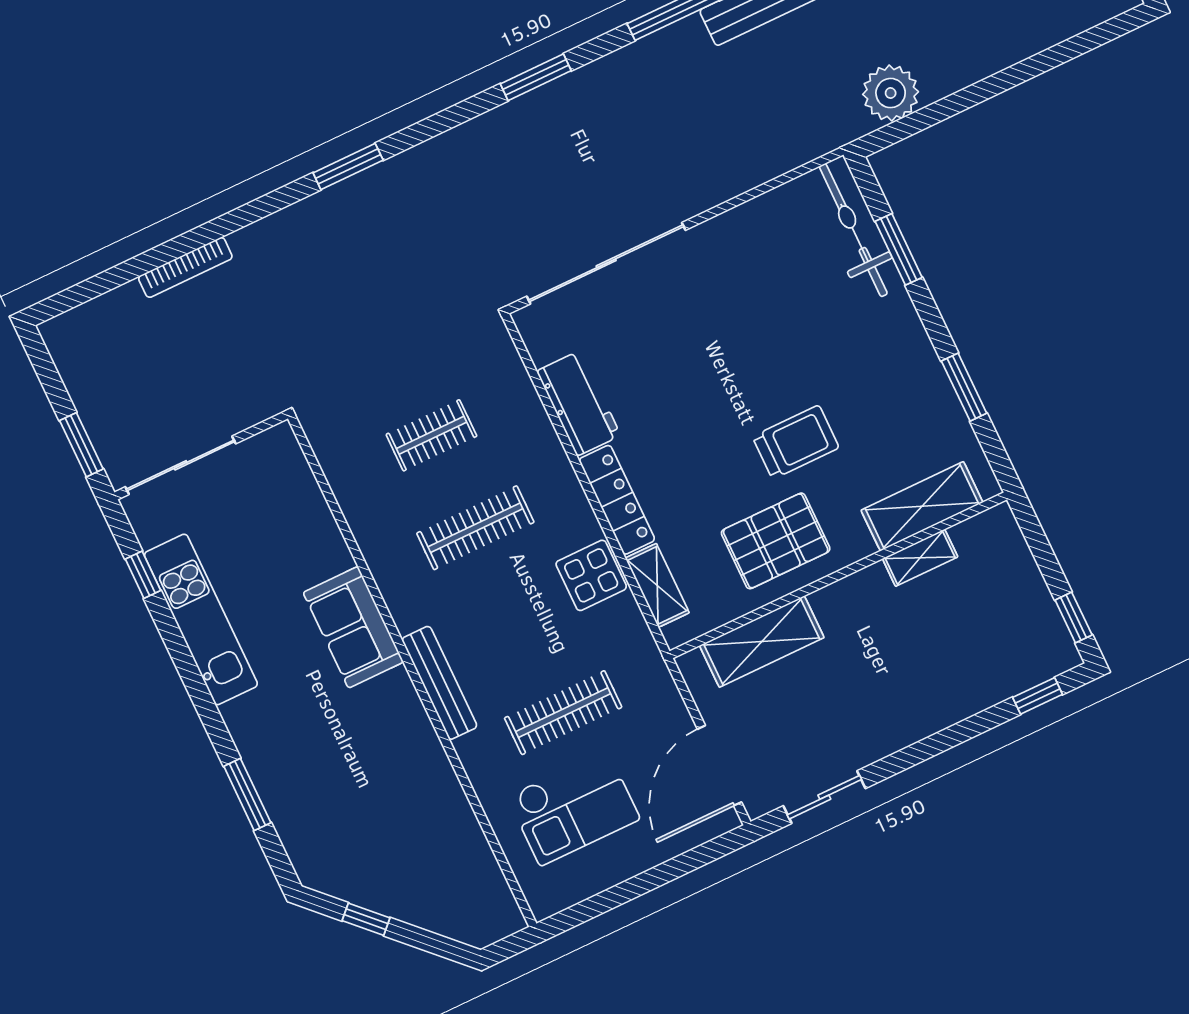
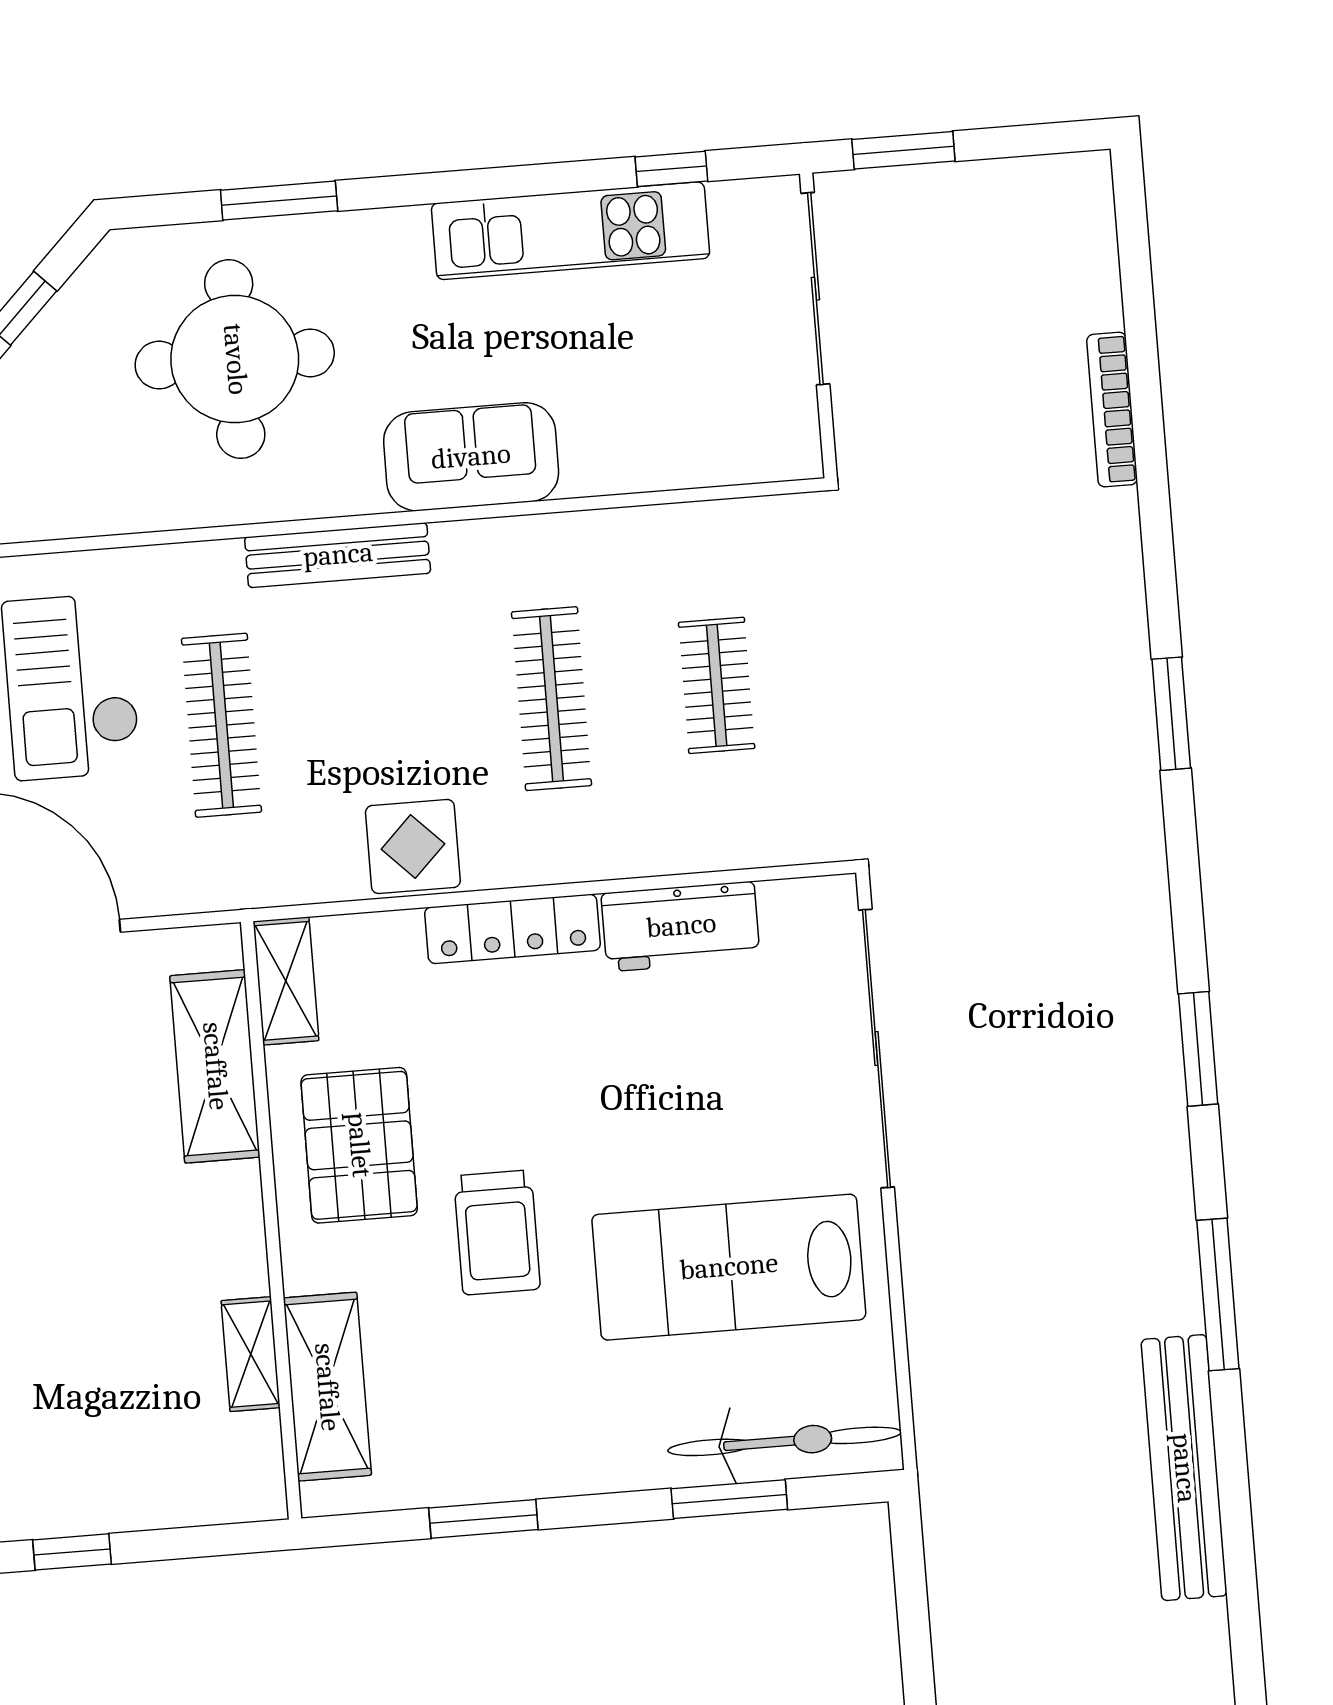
plant: (891, 93) -> (971, 1577), removed
lab bench: (765, 301) -> (729, 1267), added
shelving: (657, 585) -> (286, 981), moved, turned 90
round table: (349, 785) -> (235, 359), added

